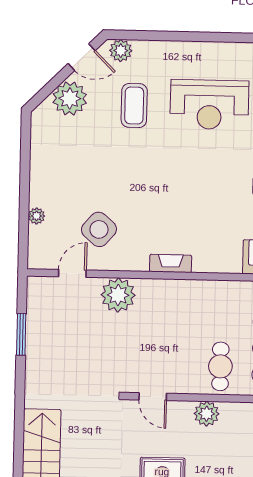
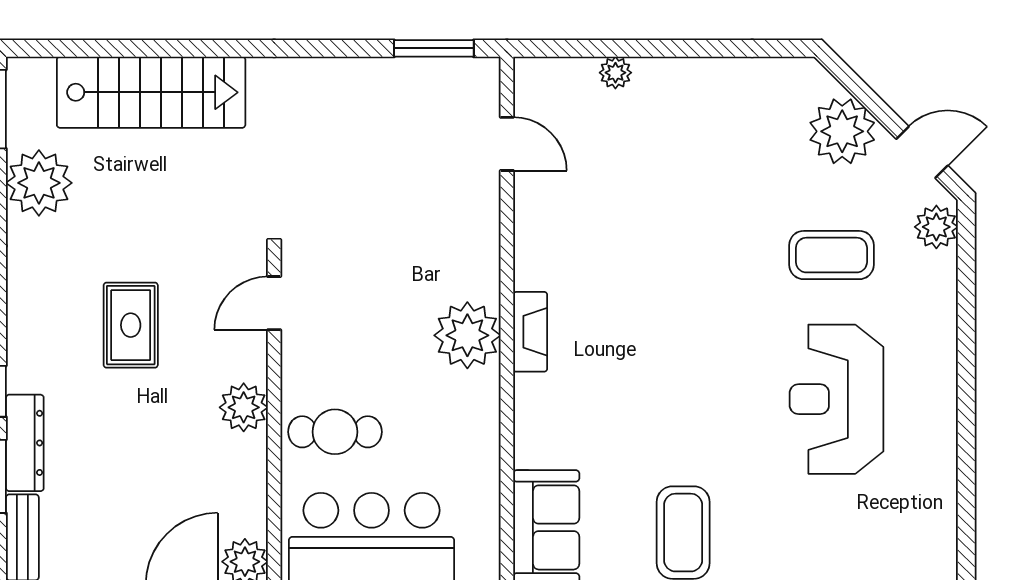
door: (82, 57) -> (922, 152), swing flipped
side table: (99, 229) -> (592, 193), removed
plant: (118, 295) -> (467, 335), moved
window: (21, 334) -> (434, 48), moved

